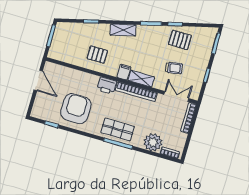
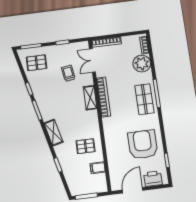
pallet: (180, 40) -> (37, 63), moved, turned 90
pallet: (97, 55) -> (85, 146), turned 90
filing cabinet: (124, 72) -> (98, 168), moved
printer: (107, 86) -> (153, 179), moved, turned -90
armchair: (76, 109) -> (143, 145), turned 90

